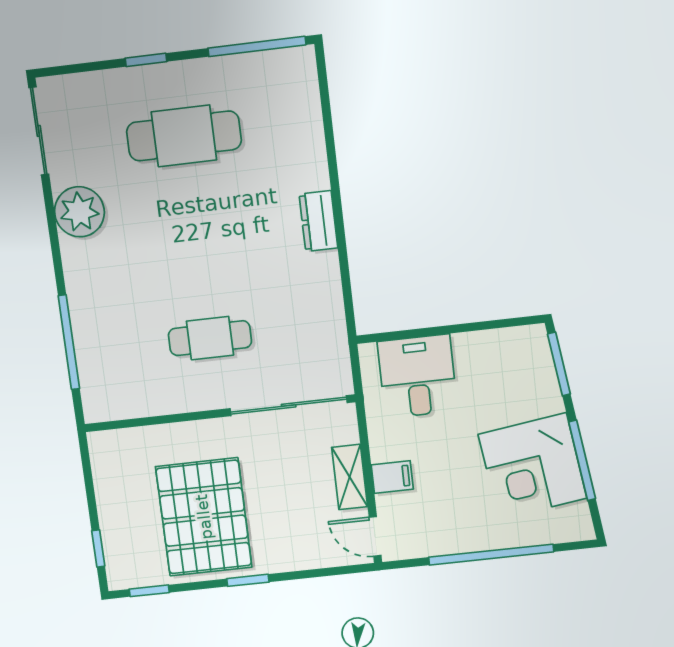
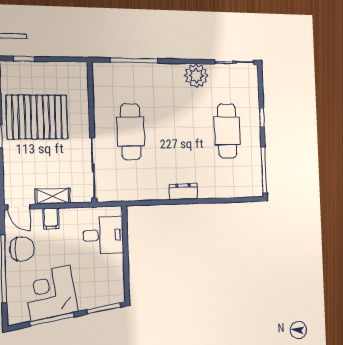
cafe table: (210, 338) -> (131, 132), width x1.37, depth x1.35
chair: (452, 524) -> (22, 249), added
door: (375, 536) -> (19, 207), swing flipped

